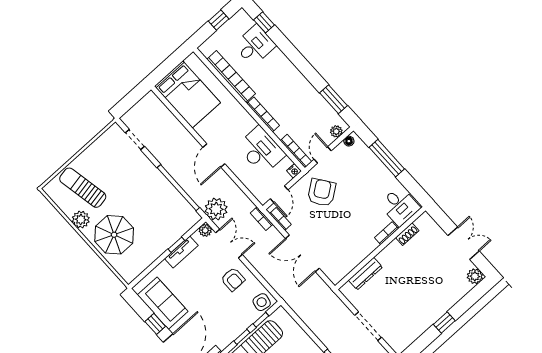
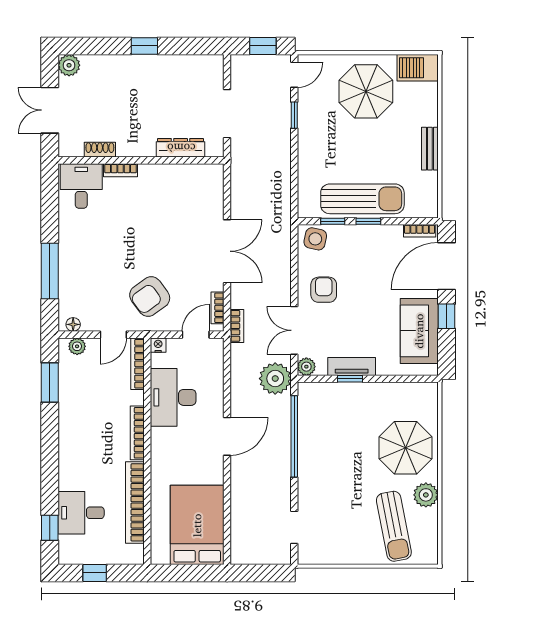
desk: (400, 206) -> (81, 186), moved
bookcase: (386, 233) -> (121, 170), moved
shoe rack: (407, 234) -> (100, 150), moved
wall: (380, 248) -> (141, 160), moved
dresser: (365, 274) -> (181, 148), moved

